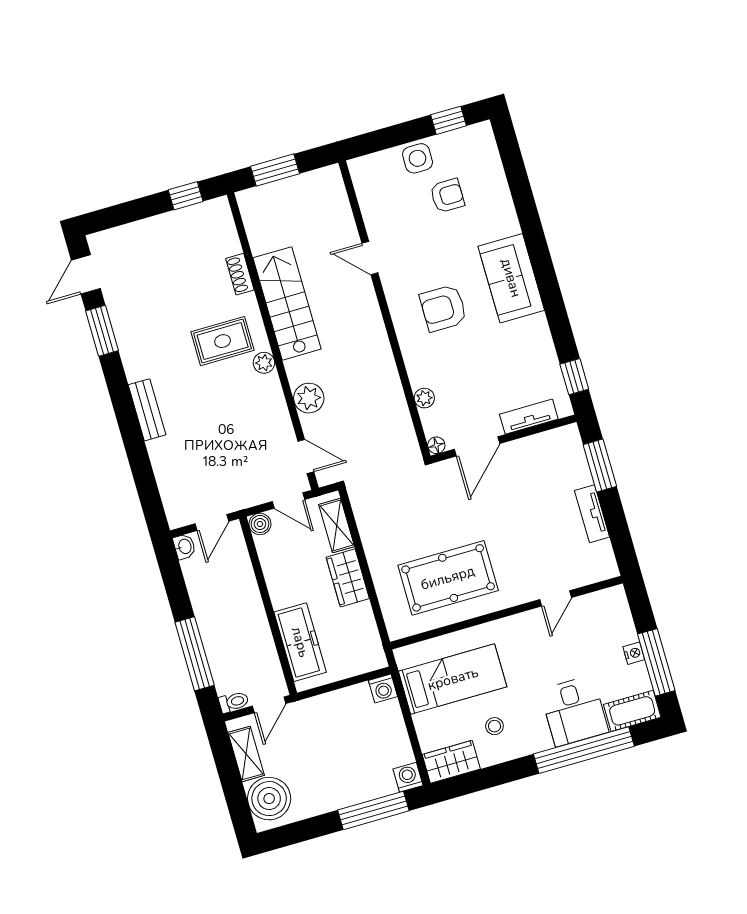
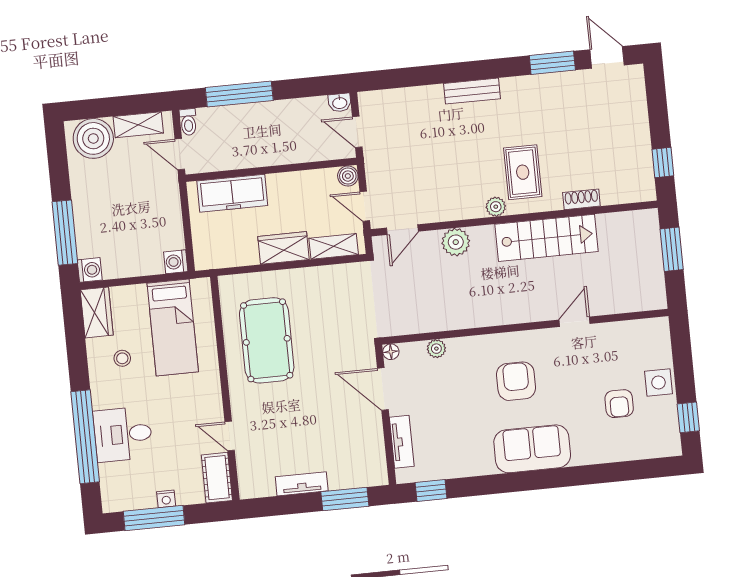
door: (288, 501) -> (365, 206), hinge flipped
cot: (632, 711) -> (217, 478), moved

